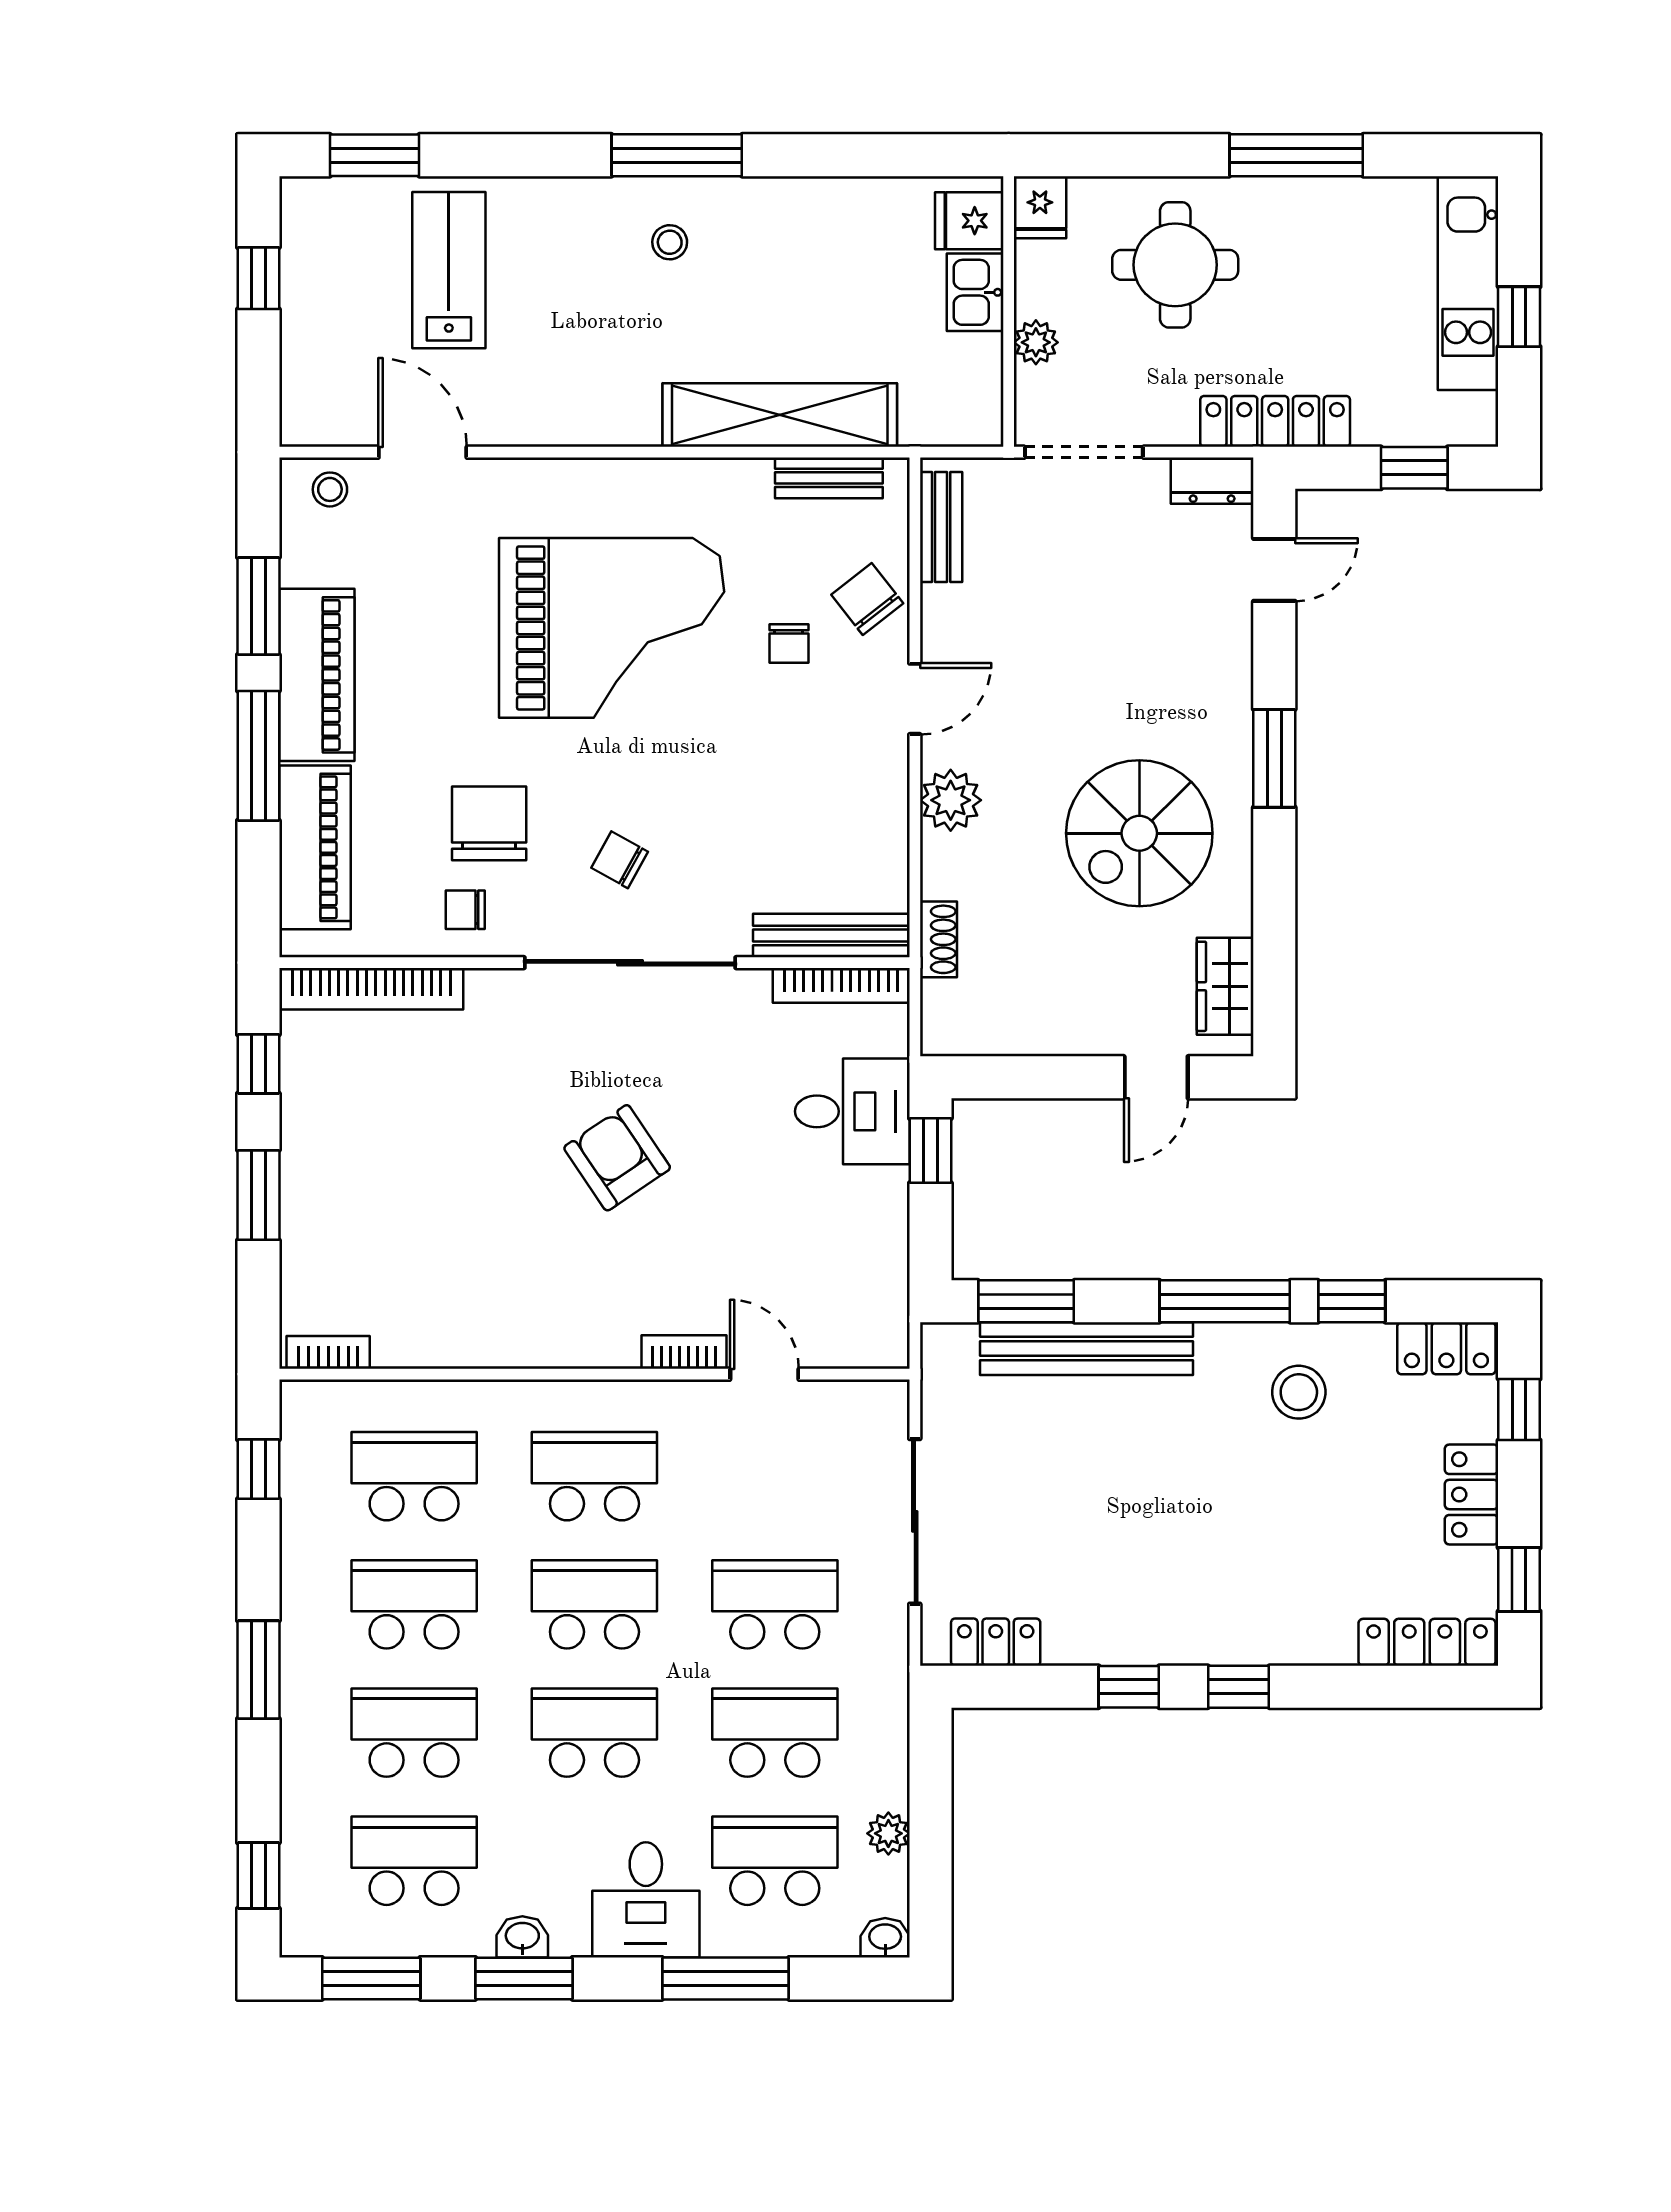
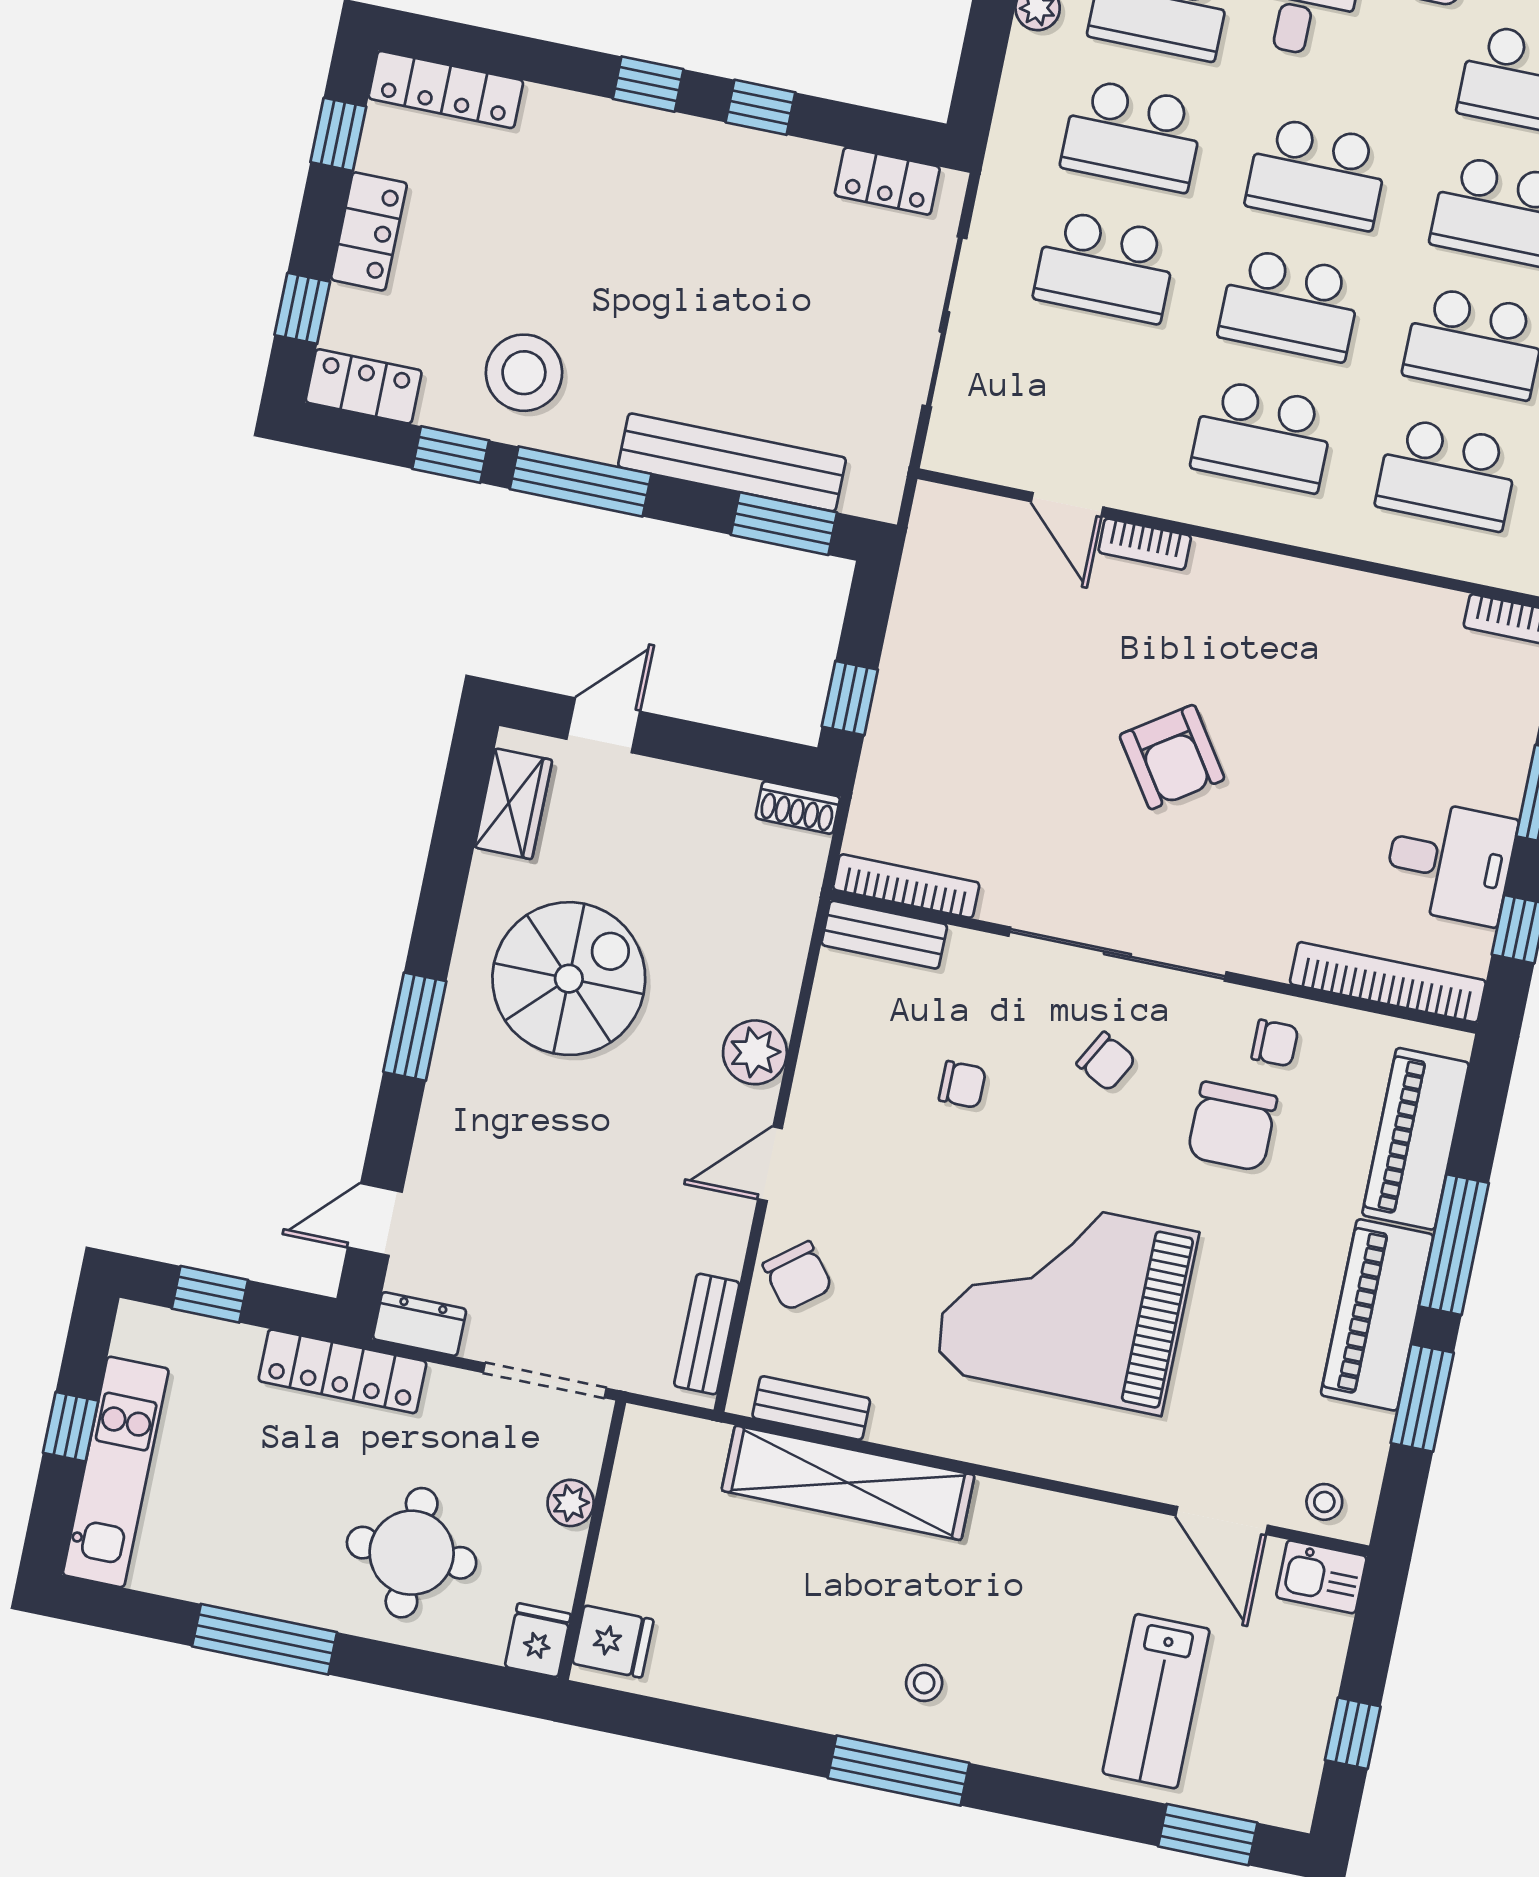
kitchen sink: (975, 292) -> (1321, 1577), moved, turned 90
chair: (789, 644) -> (962, 1085), moved, turned 90
bench: (831, 936) -> (884, 935), width x0.73
shoe rack: (938, 939) -> (798, 807), moved, turned -90
desk: (852, 1111) -> (1450, 862), moved, turned 180
stool: (1299, 1392) -> (524, 373), width x1.38, depth x1.38

